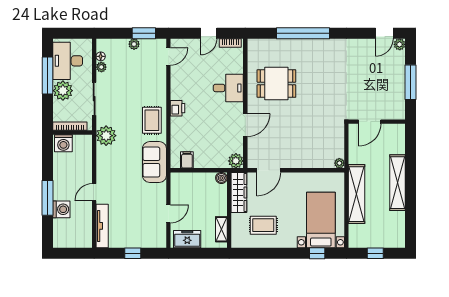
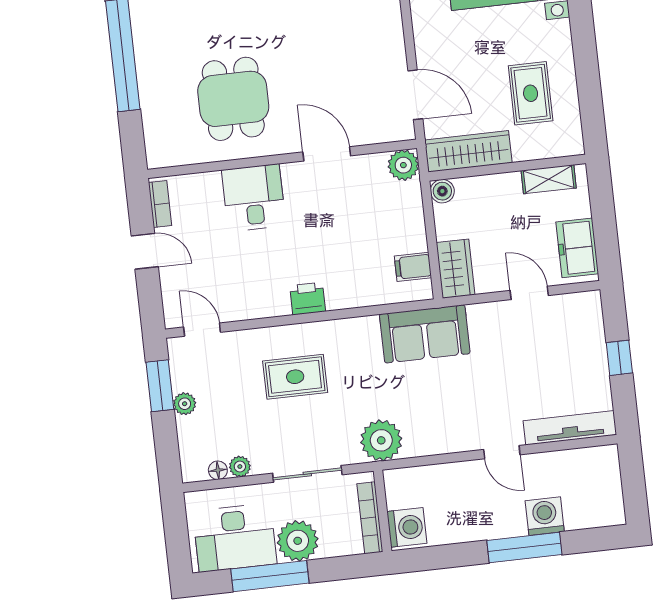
rug: (152, 120) -> (295, 377), moved
wardrobe: (184, 180) -> (455, 269), added

